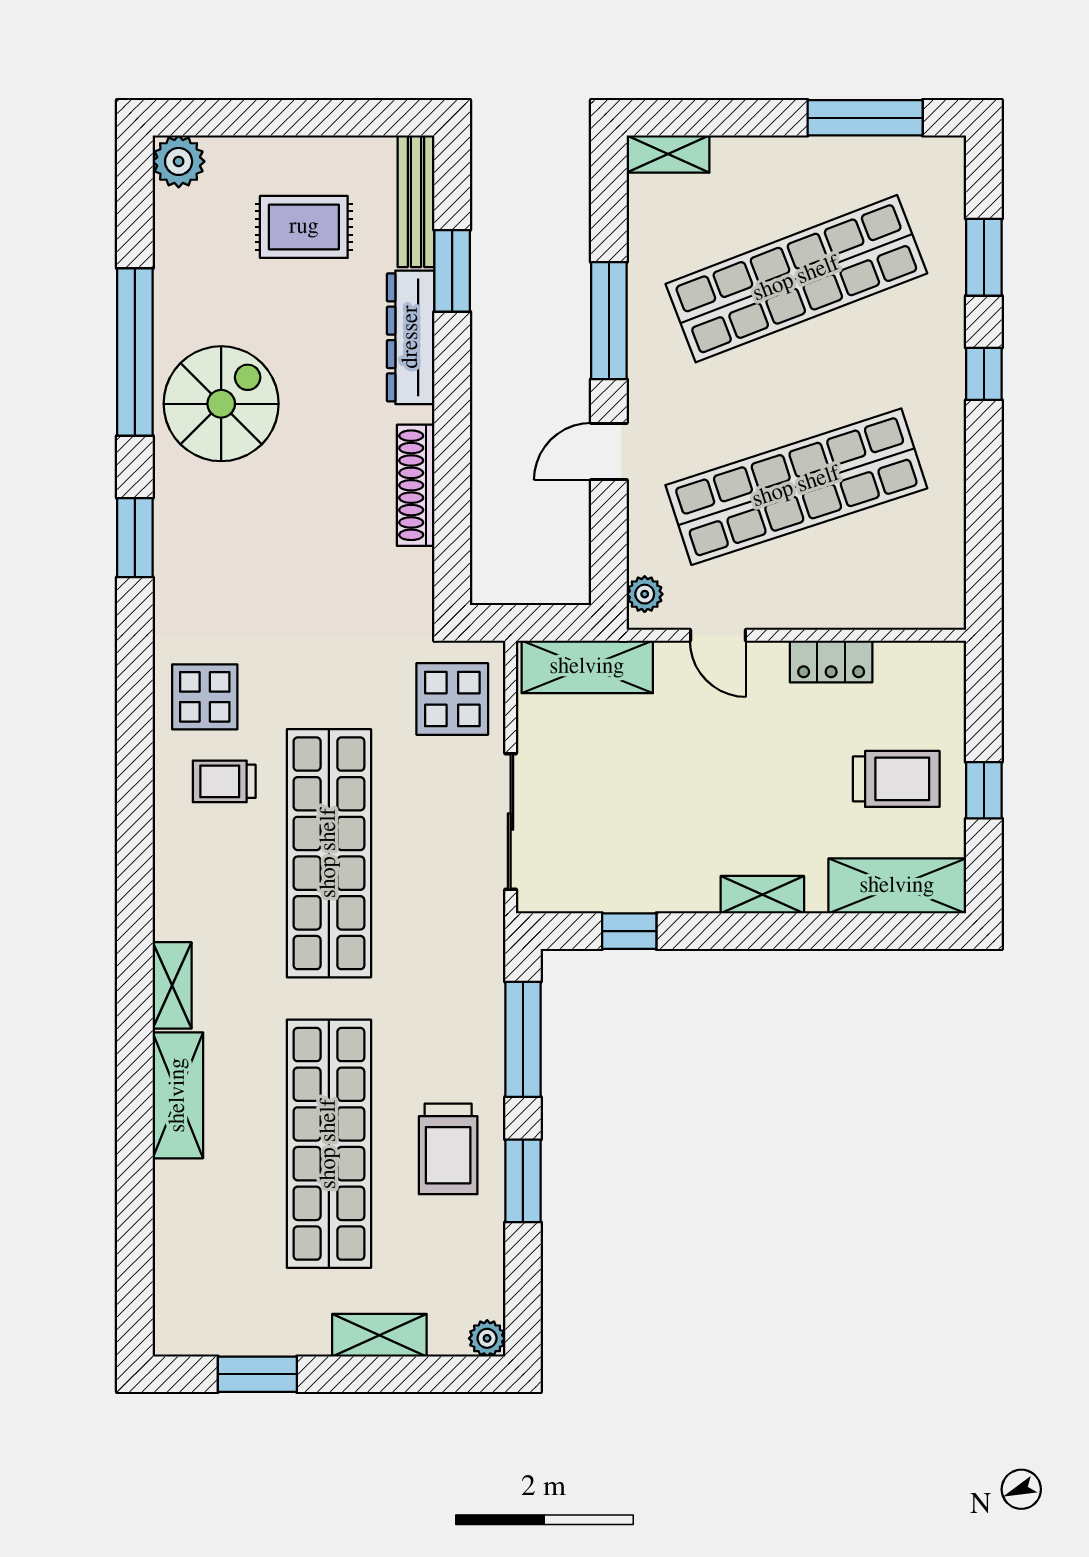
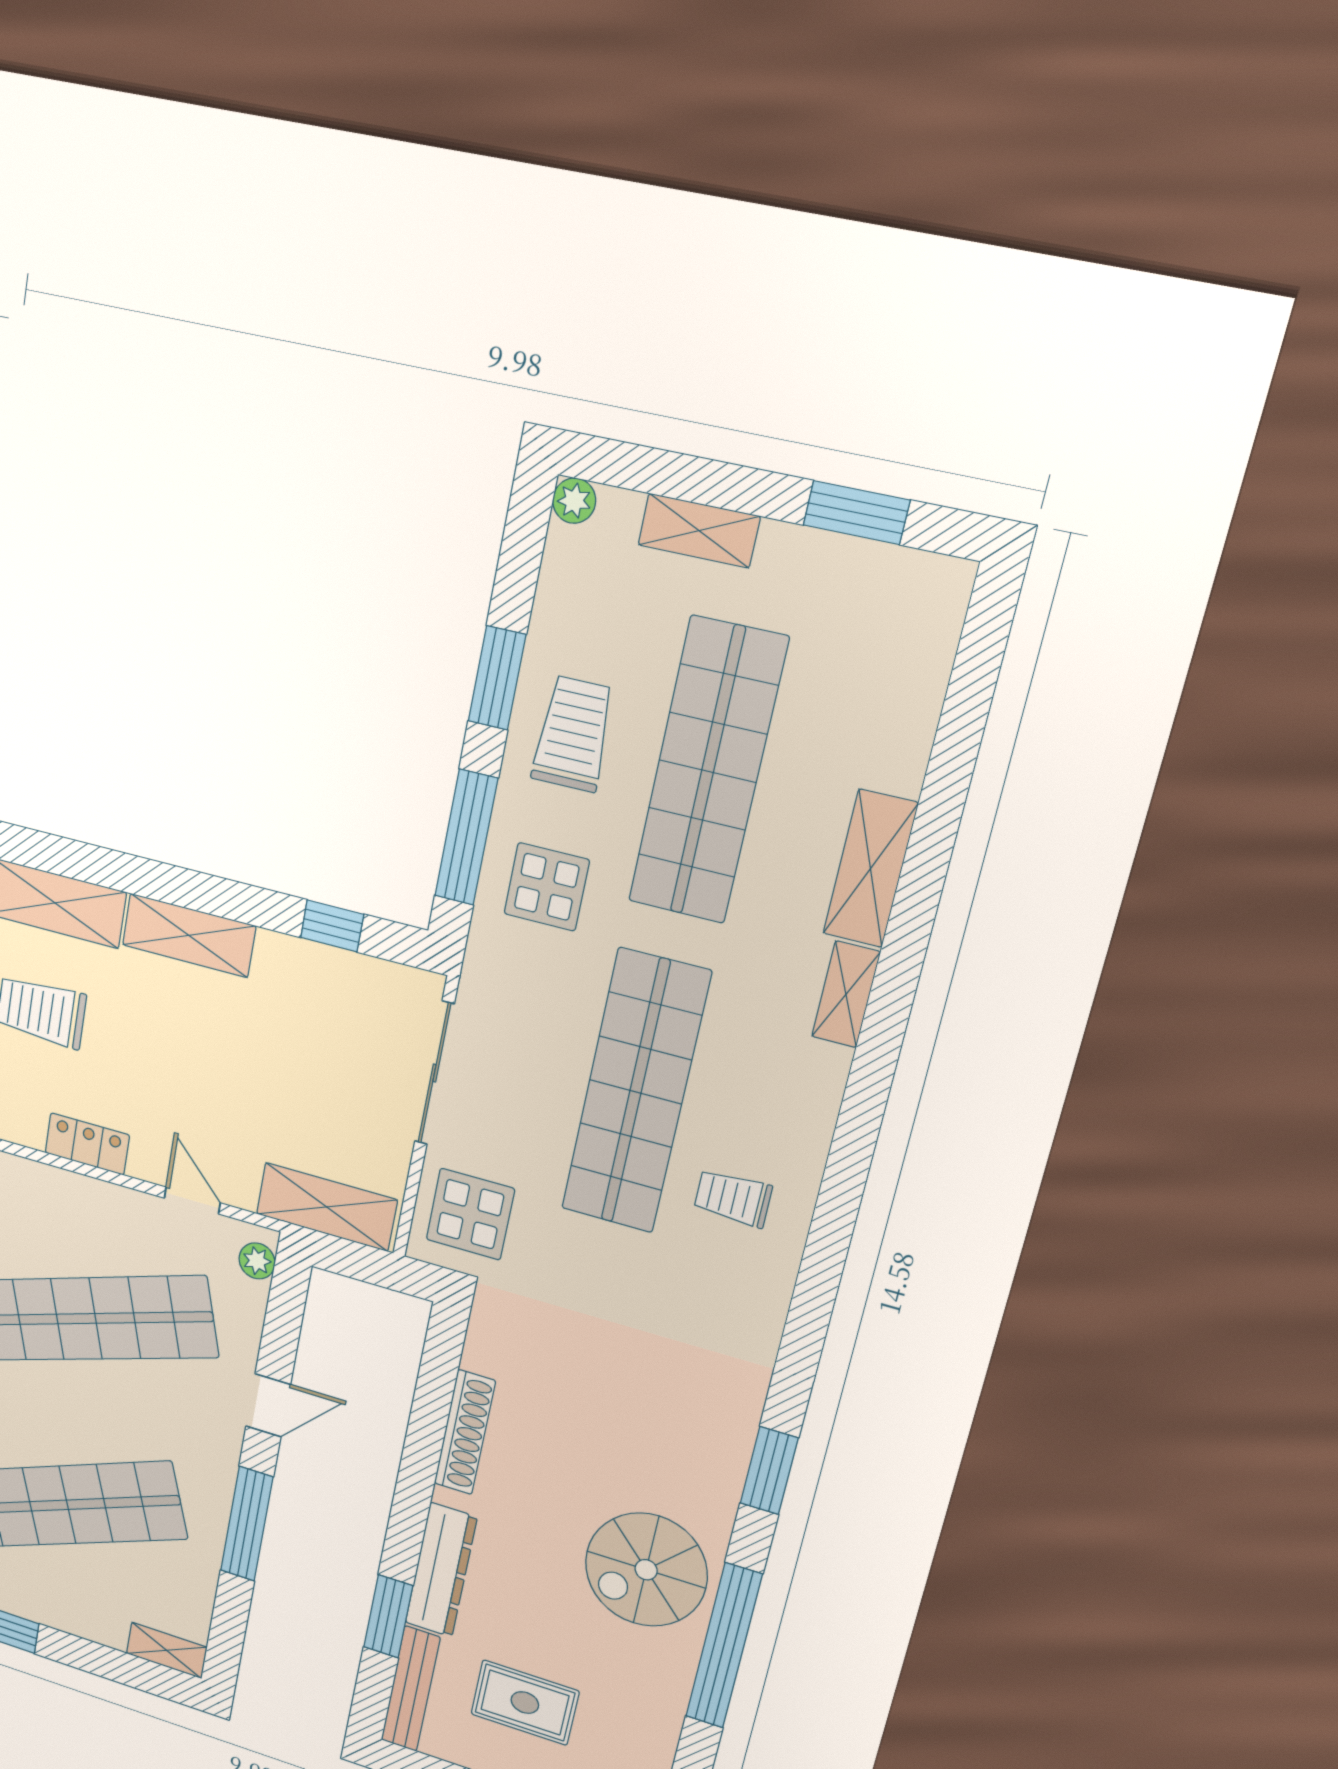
display table: (205, 697) -> (547, 887), moved
trolley: (224, 781) -> (733, 1198), turned 180
shelving: (762, 895) -> (189, 935), width x1.50, depth x1.33

